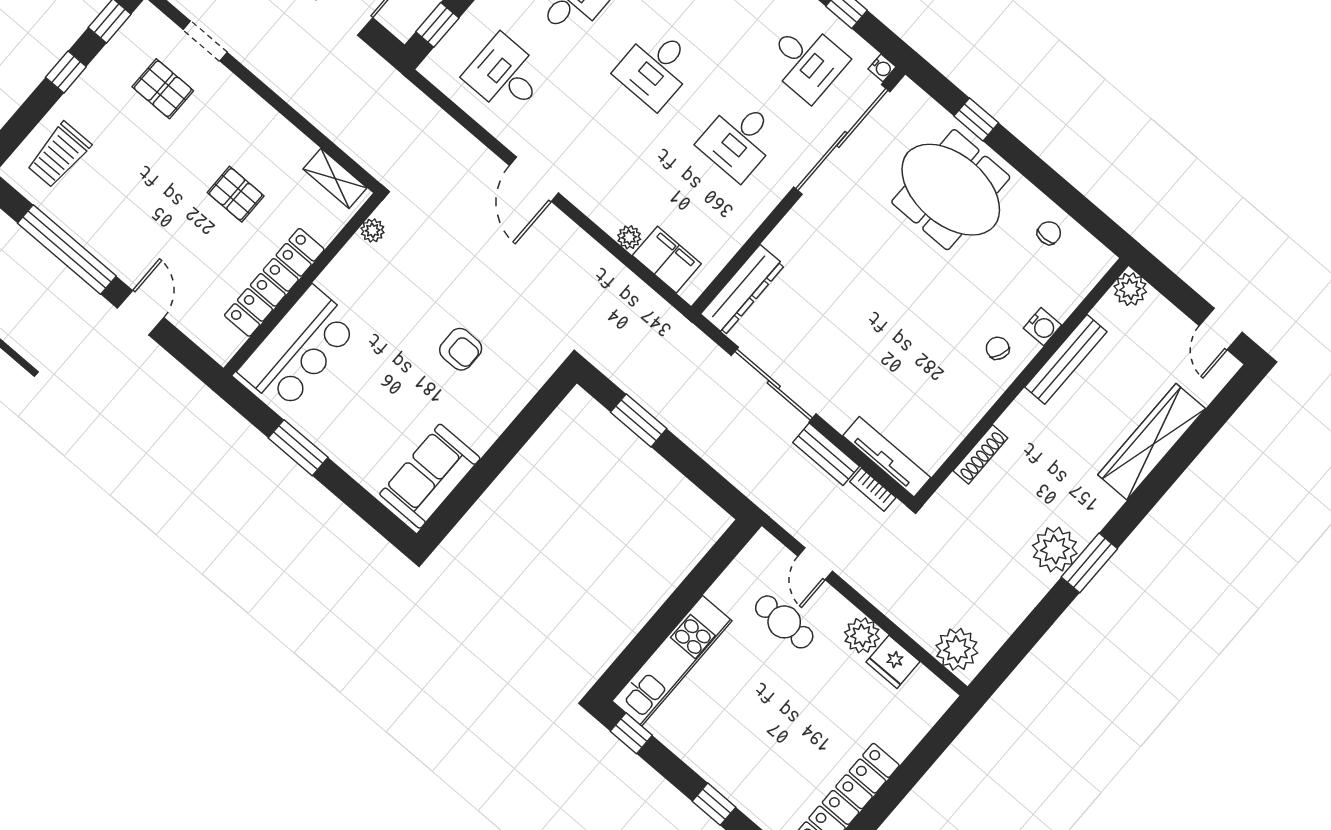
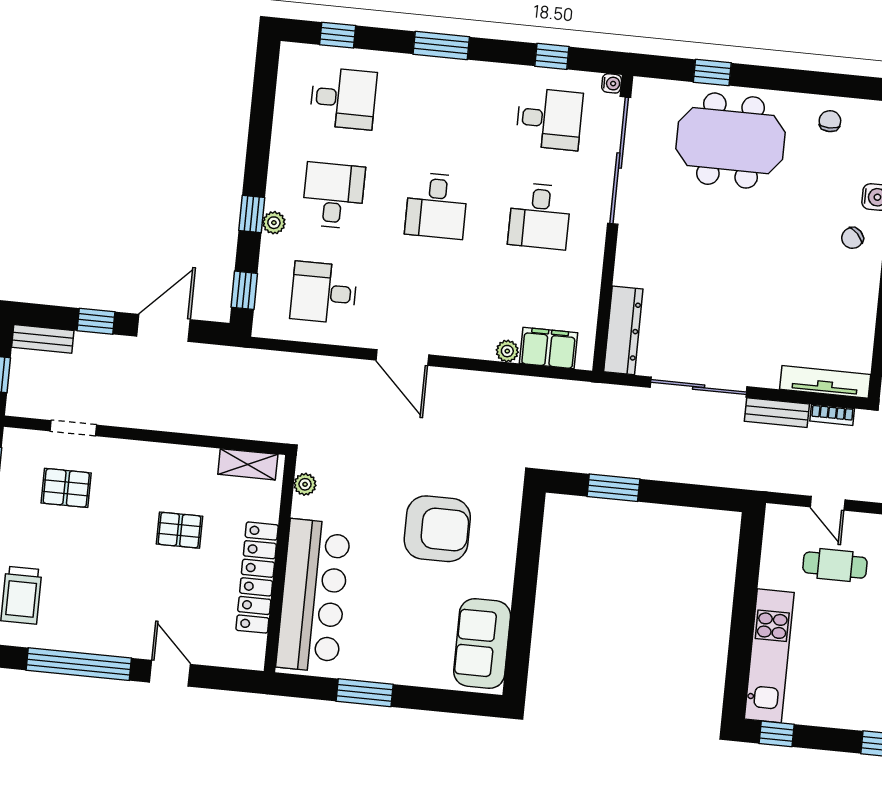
bar counter: (298, 348) -> (313, 596), width x1.36
chair: (998, 348) -> (852, 238), turned -68
armchair: (461, 349) -> (437, 529), width x1.88, depth x1.88

